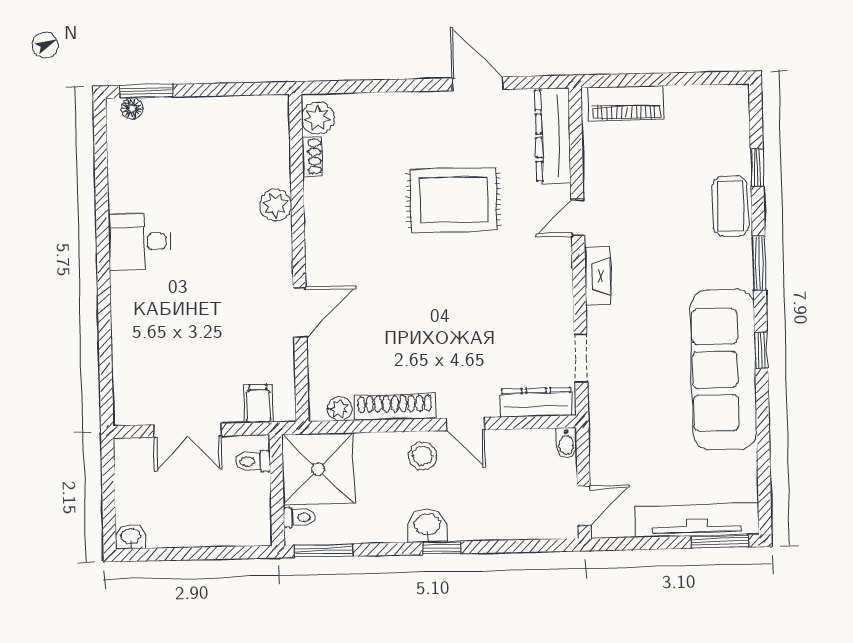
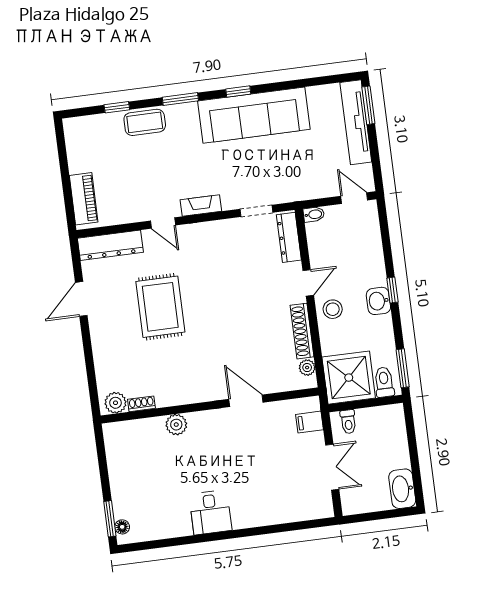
toilet: (300, 517) -> (384, 382), width x1.37, depth x1.39
washbasin: (131, 537) -> (402, 489), width x1.91, depth x1.45

